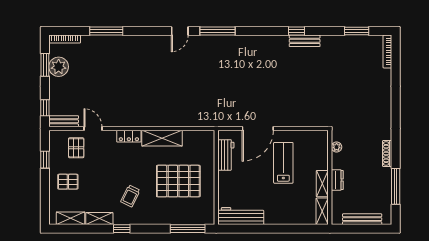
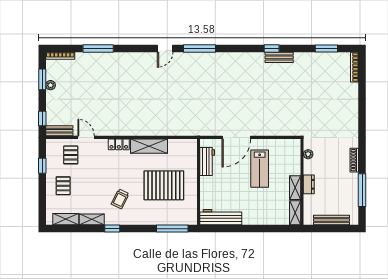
plant: (59, 67) -> (51, 85), width x0.53, depth x0.53
lab bench: (283, 163) -> (260, 169), turned 180
pallet: (68, 182) -> (63, 186), turned 90

